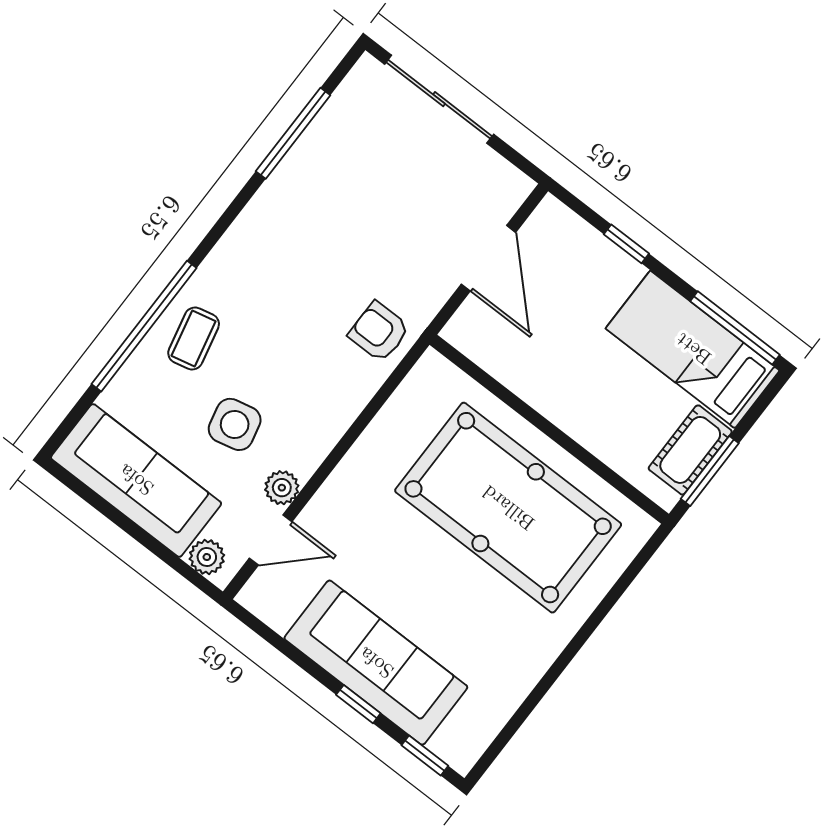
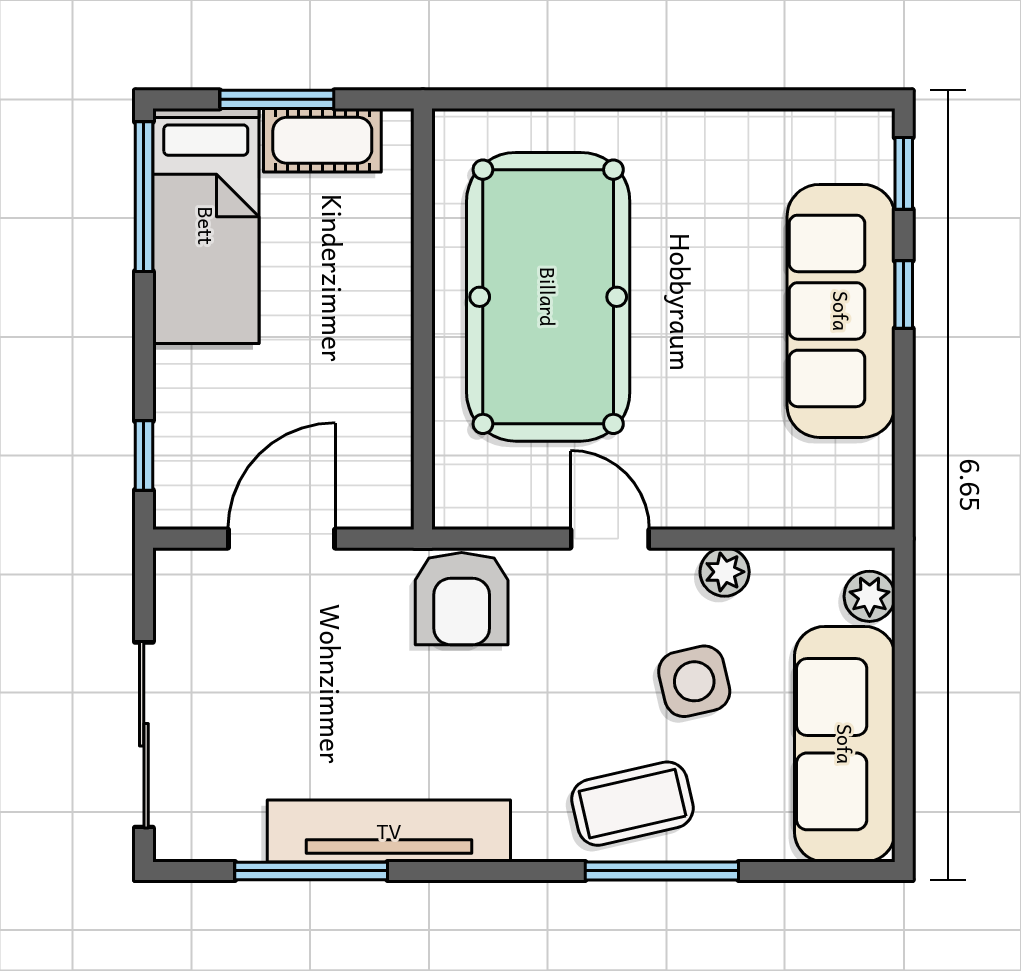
tv unit: (282, 193) -> (389, 831), added
window: (626, 244) -> (144, 456), moved
window: (144, 326) -> (662, 871), width x0.68
armchair: (379, 332) -> (462, 599), width x1.38, depth x1.38
coffee table: (194, 339) -> (632, 804), width x1.36, depth x1.30
window: (710, 471) -> (277, 99), moved
door: (271, 540) -> (610, 539), moved

